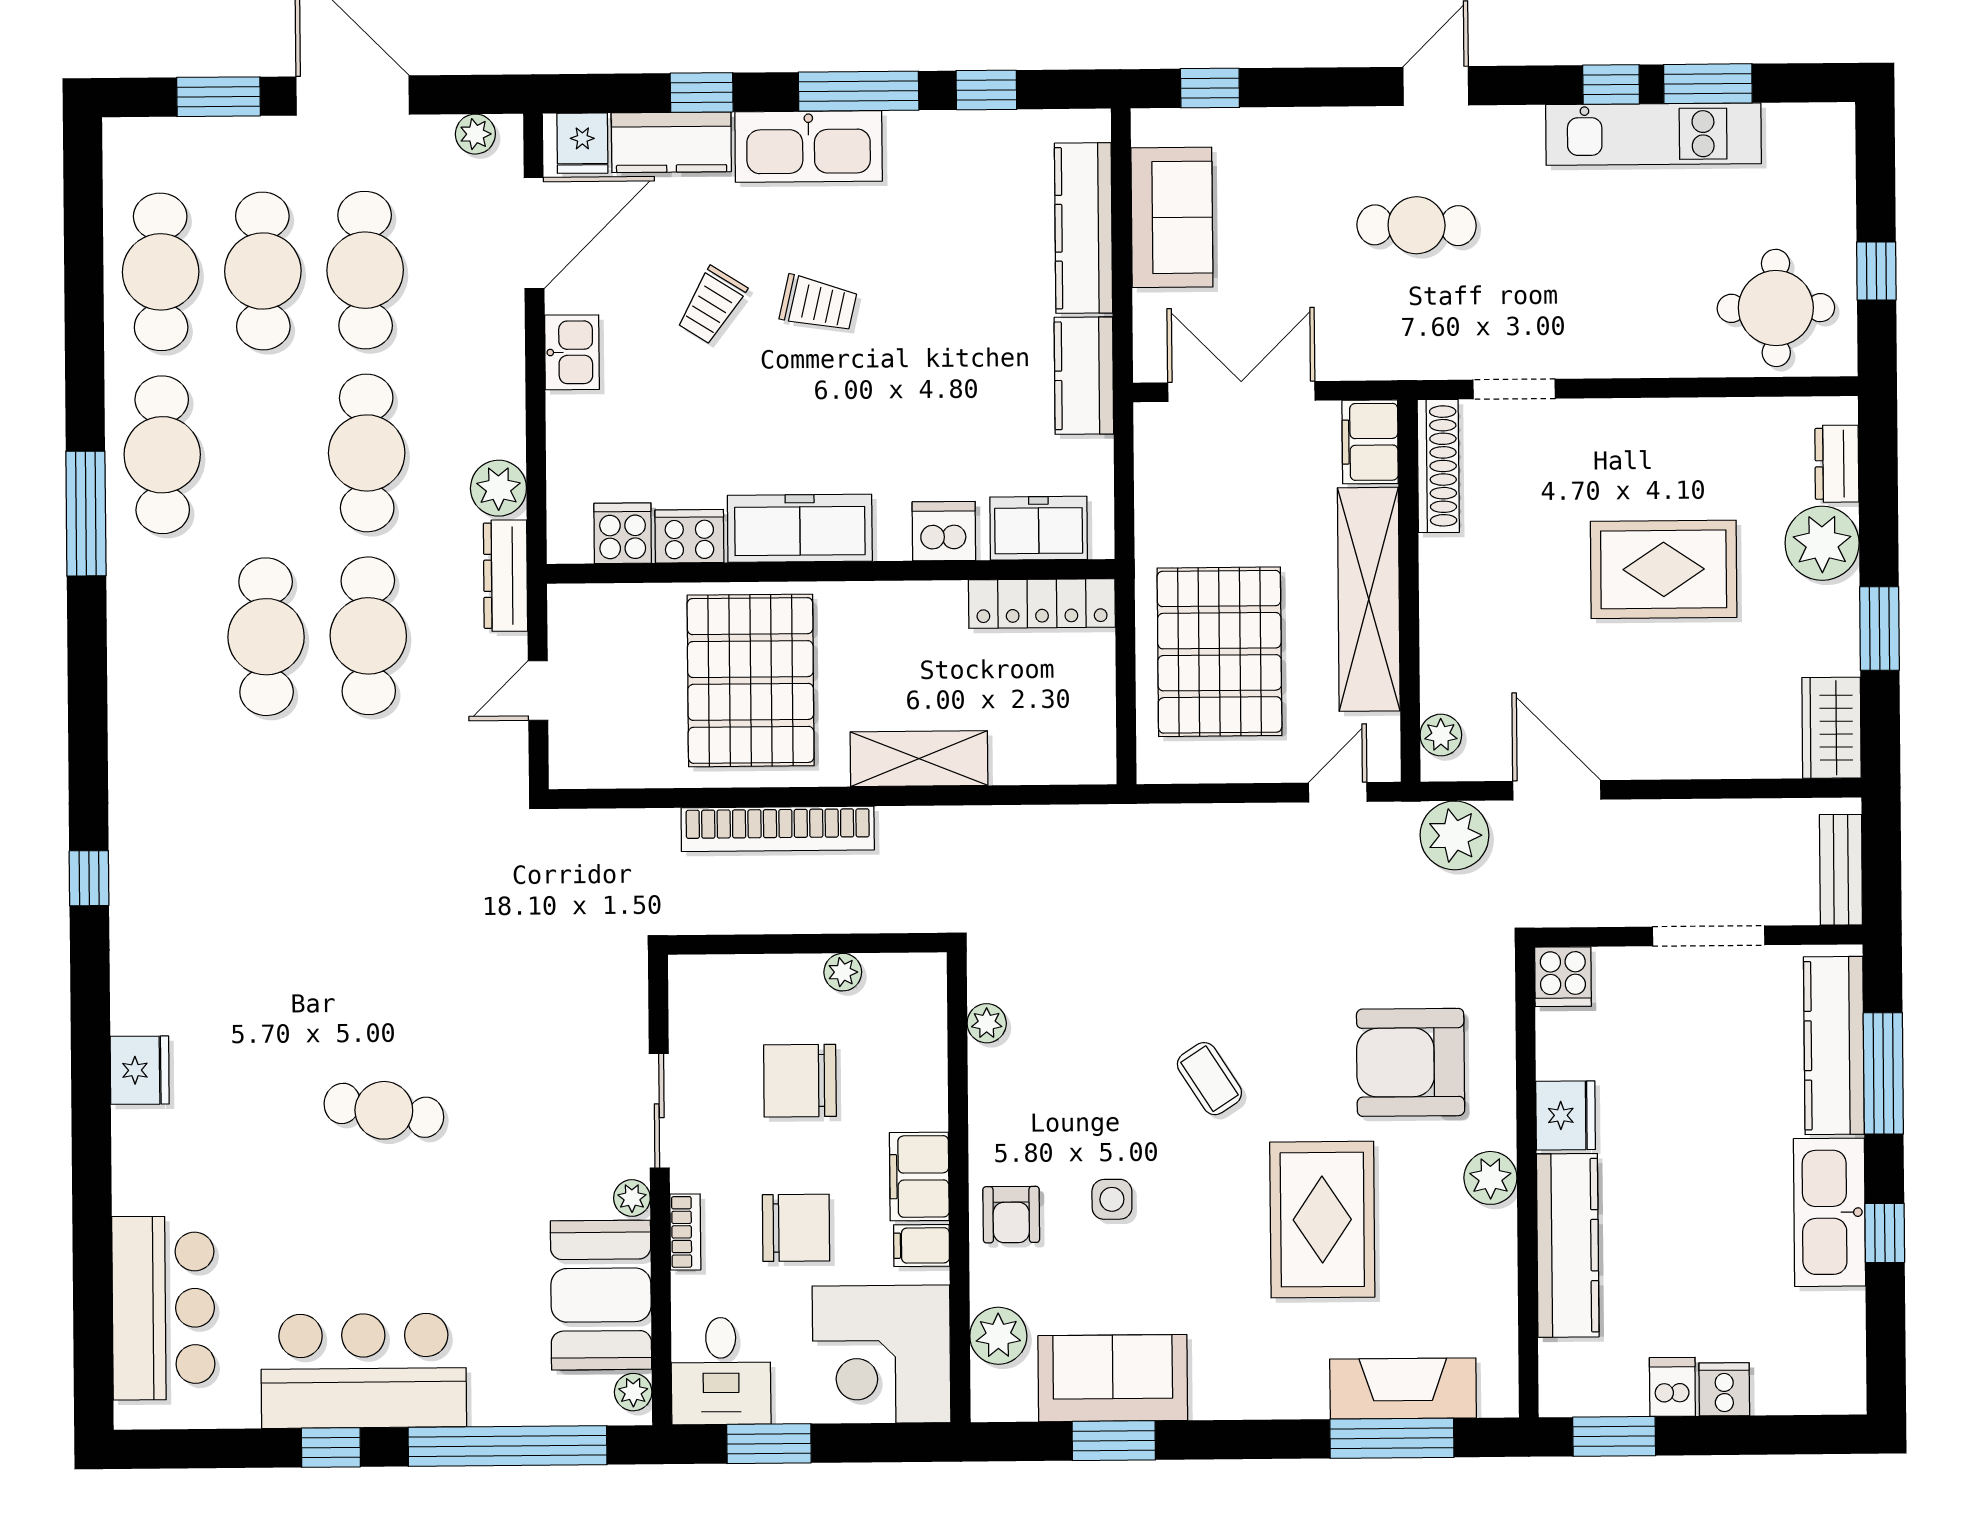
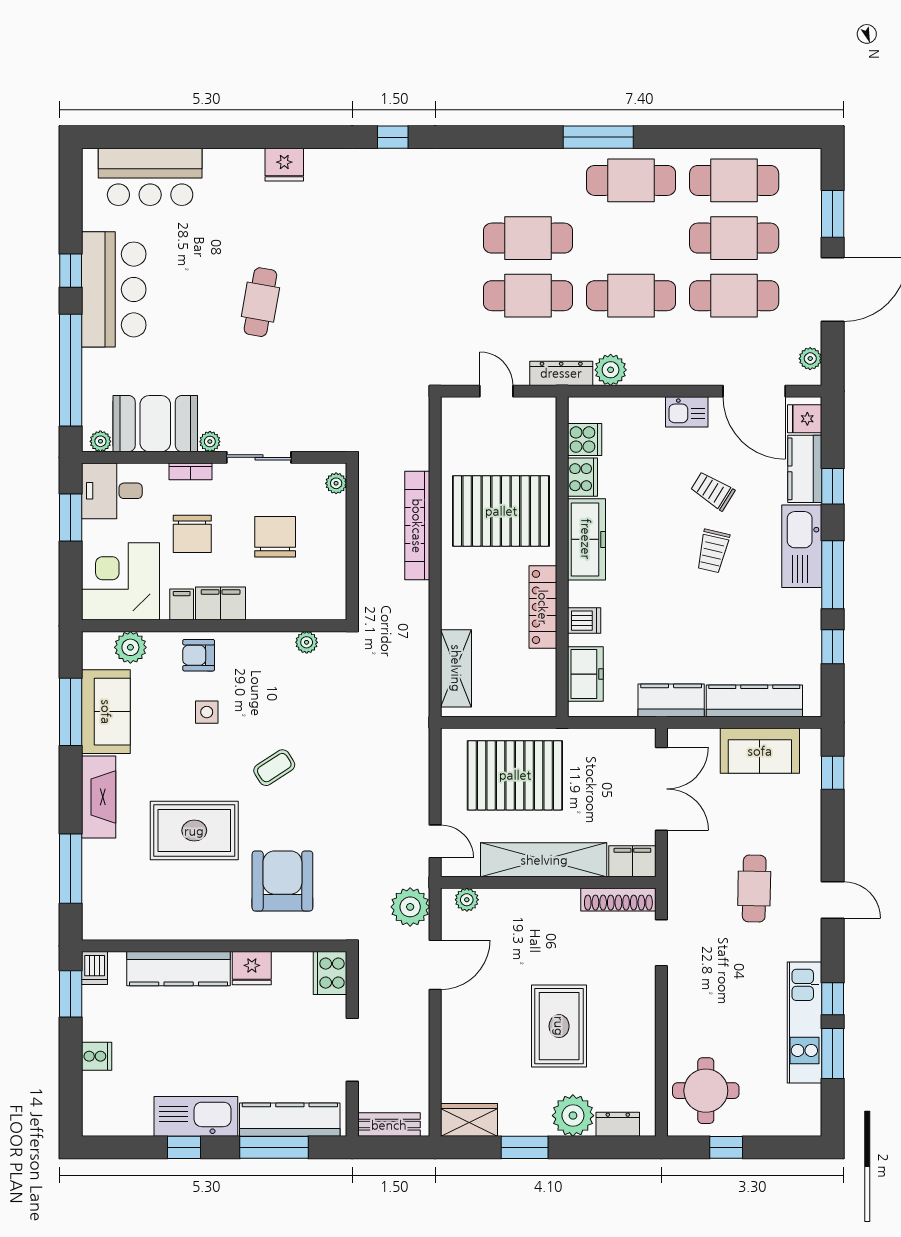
dishwasher: (944, 531) -> (584, 621), width x0.73
locker: (1042, 604) -> (543, 607), moved
shelving: (919, 759) -> (456, 668), moved
plant: (843, 972) -> (336, 483), moved
cooker: (1563, 977) -> (330, 973), width x1.36
plant: (1490, 1178) -> (217, 925), removed
dishwasher: (1672, 1387) -> (95, 968), moved, turned 90
fireplace: (1403, 1389) -> (99, 797), moved
window: (1114, 1441) -> (71, 712), width x1.44

